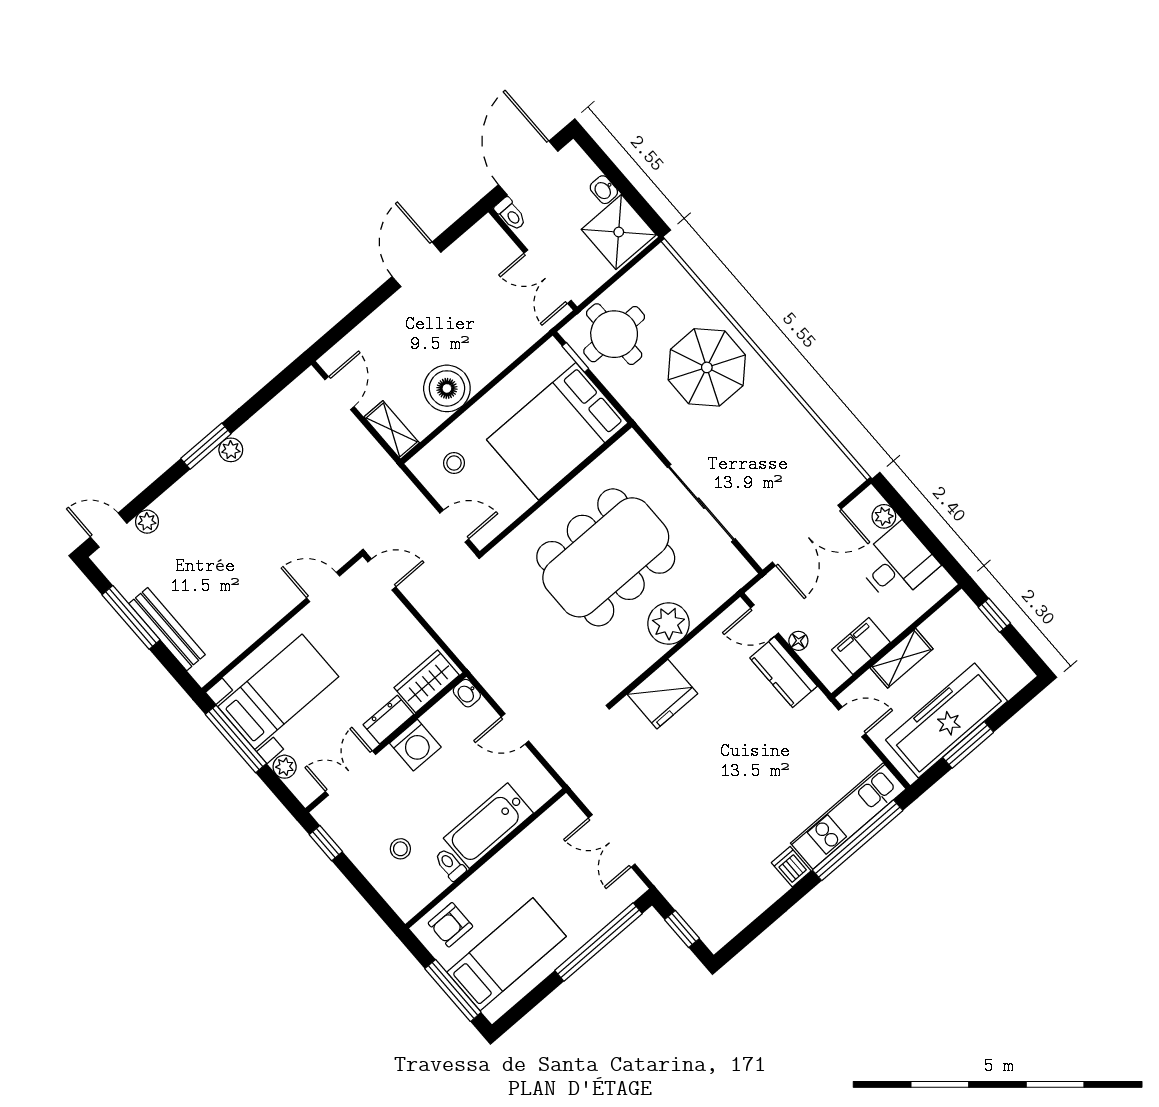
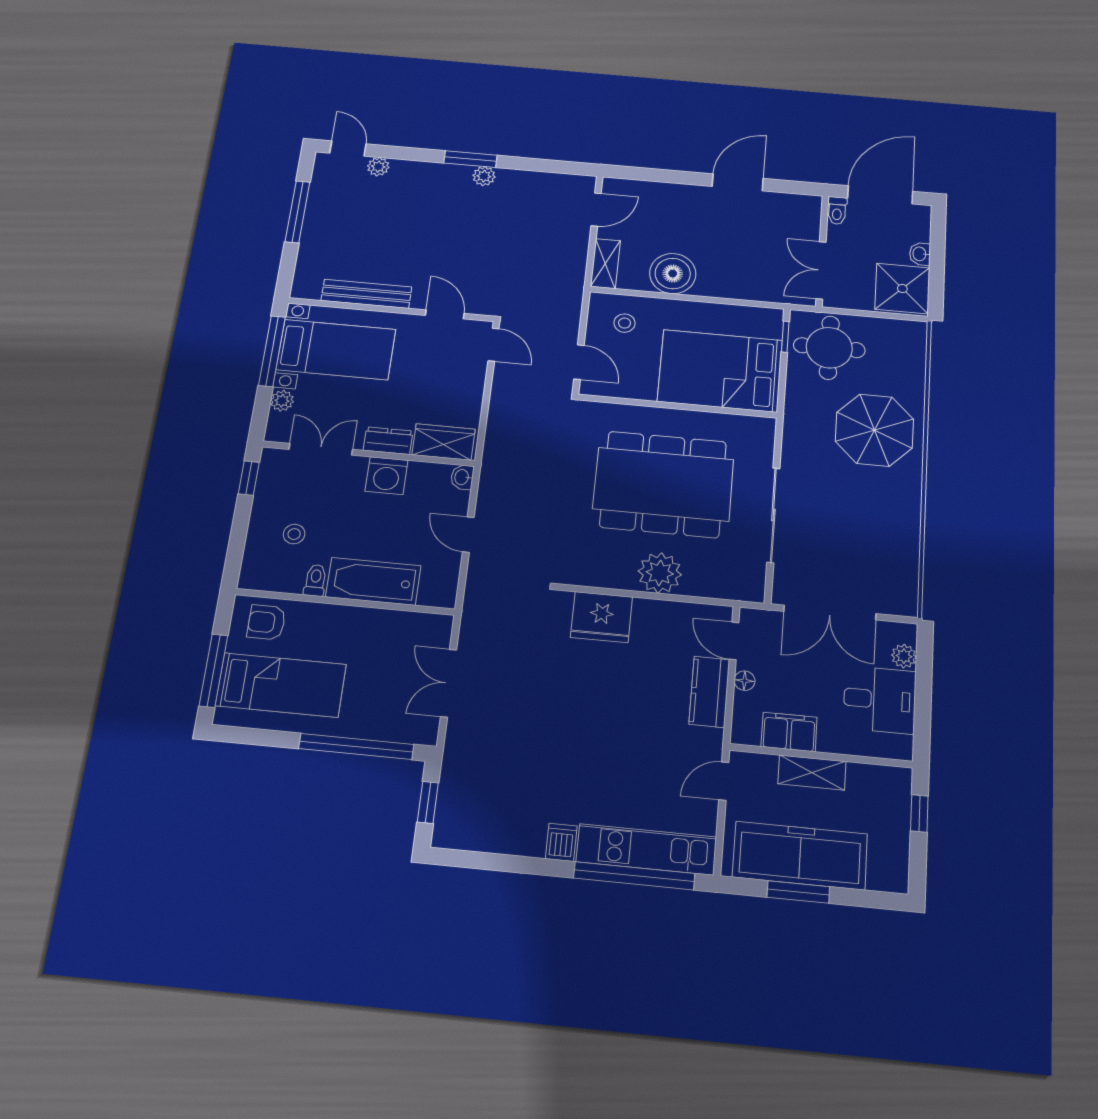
bench: (167, 629) -> (366, 294), moved, turned 90
door: (852, 722) -> (724, 781), swing flipped

